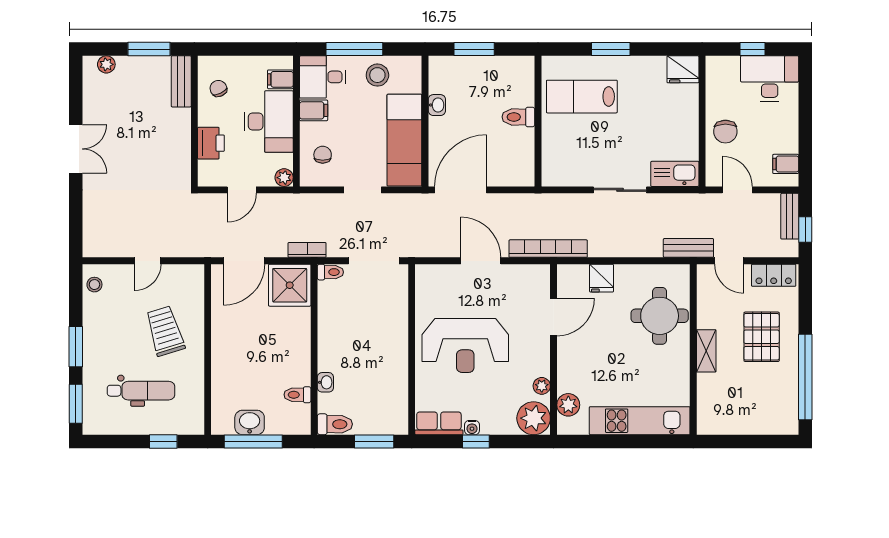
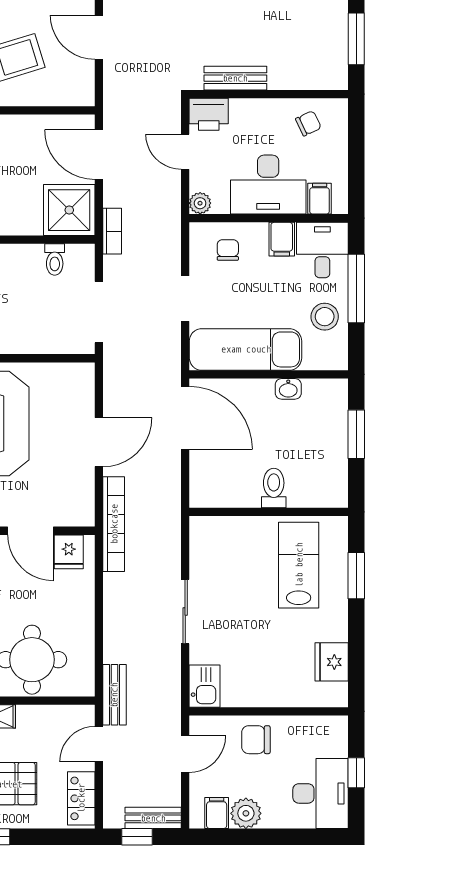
window: (611, 49) -> (356, 576), moved
fridge: (683, 69) -> (332, 662), moved
bench: (181, 81) -> (235, 78), moved
plant: (786, 140) -> (246, 813), added
printer: (211, 143) -> (209, 114), moved
chair: (323, 155) -> (228, 250), turned -90
kitchen sink: (675, 174) -> (205, 686), width x0.73
door: (148, 261) -> (99, 37), width x1.38
toilet: (330, 272) -> (55, 260), moved
fridge: (602, 278) -> (69, 552), moved, turned -90

